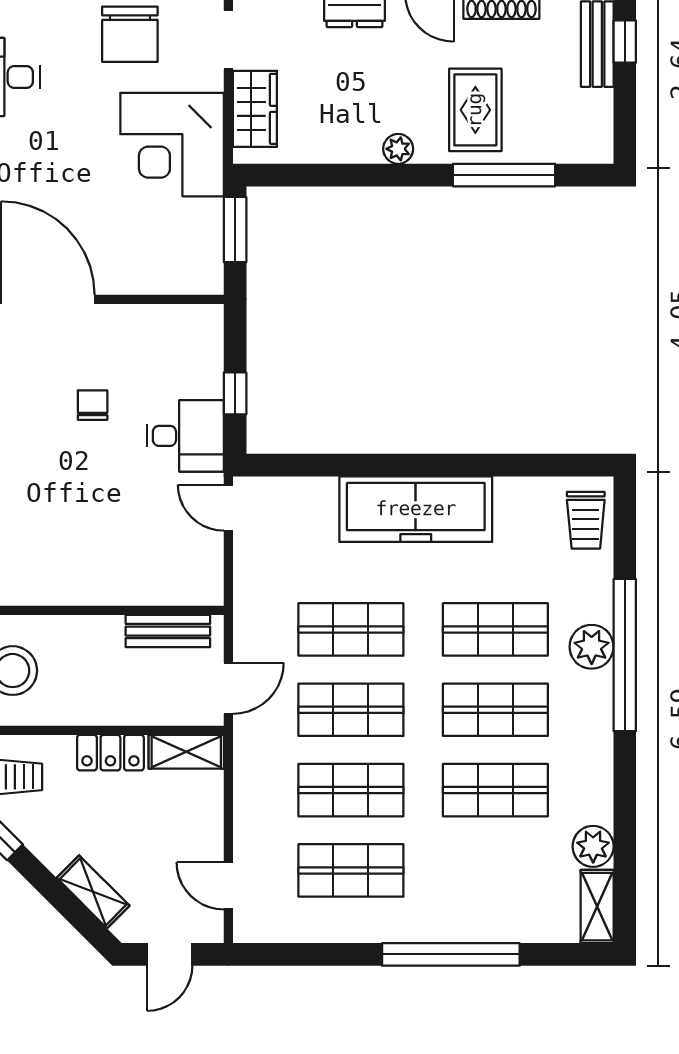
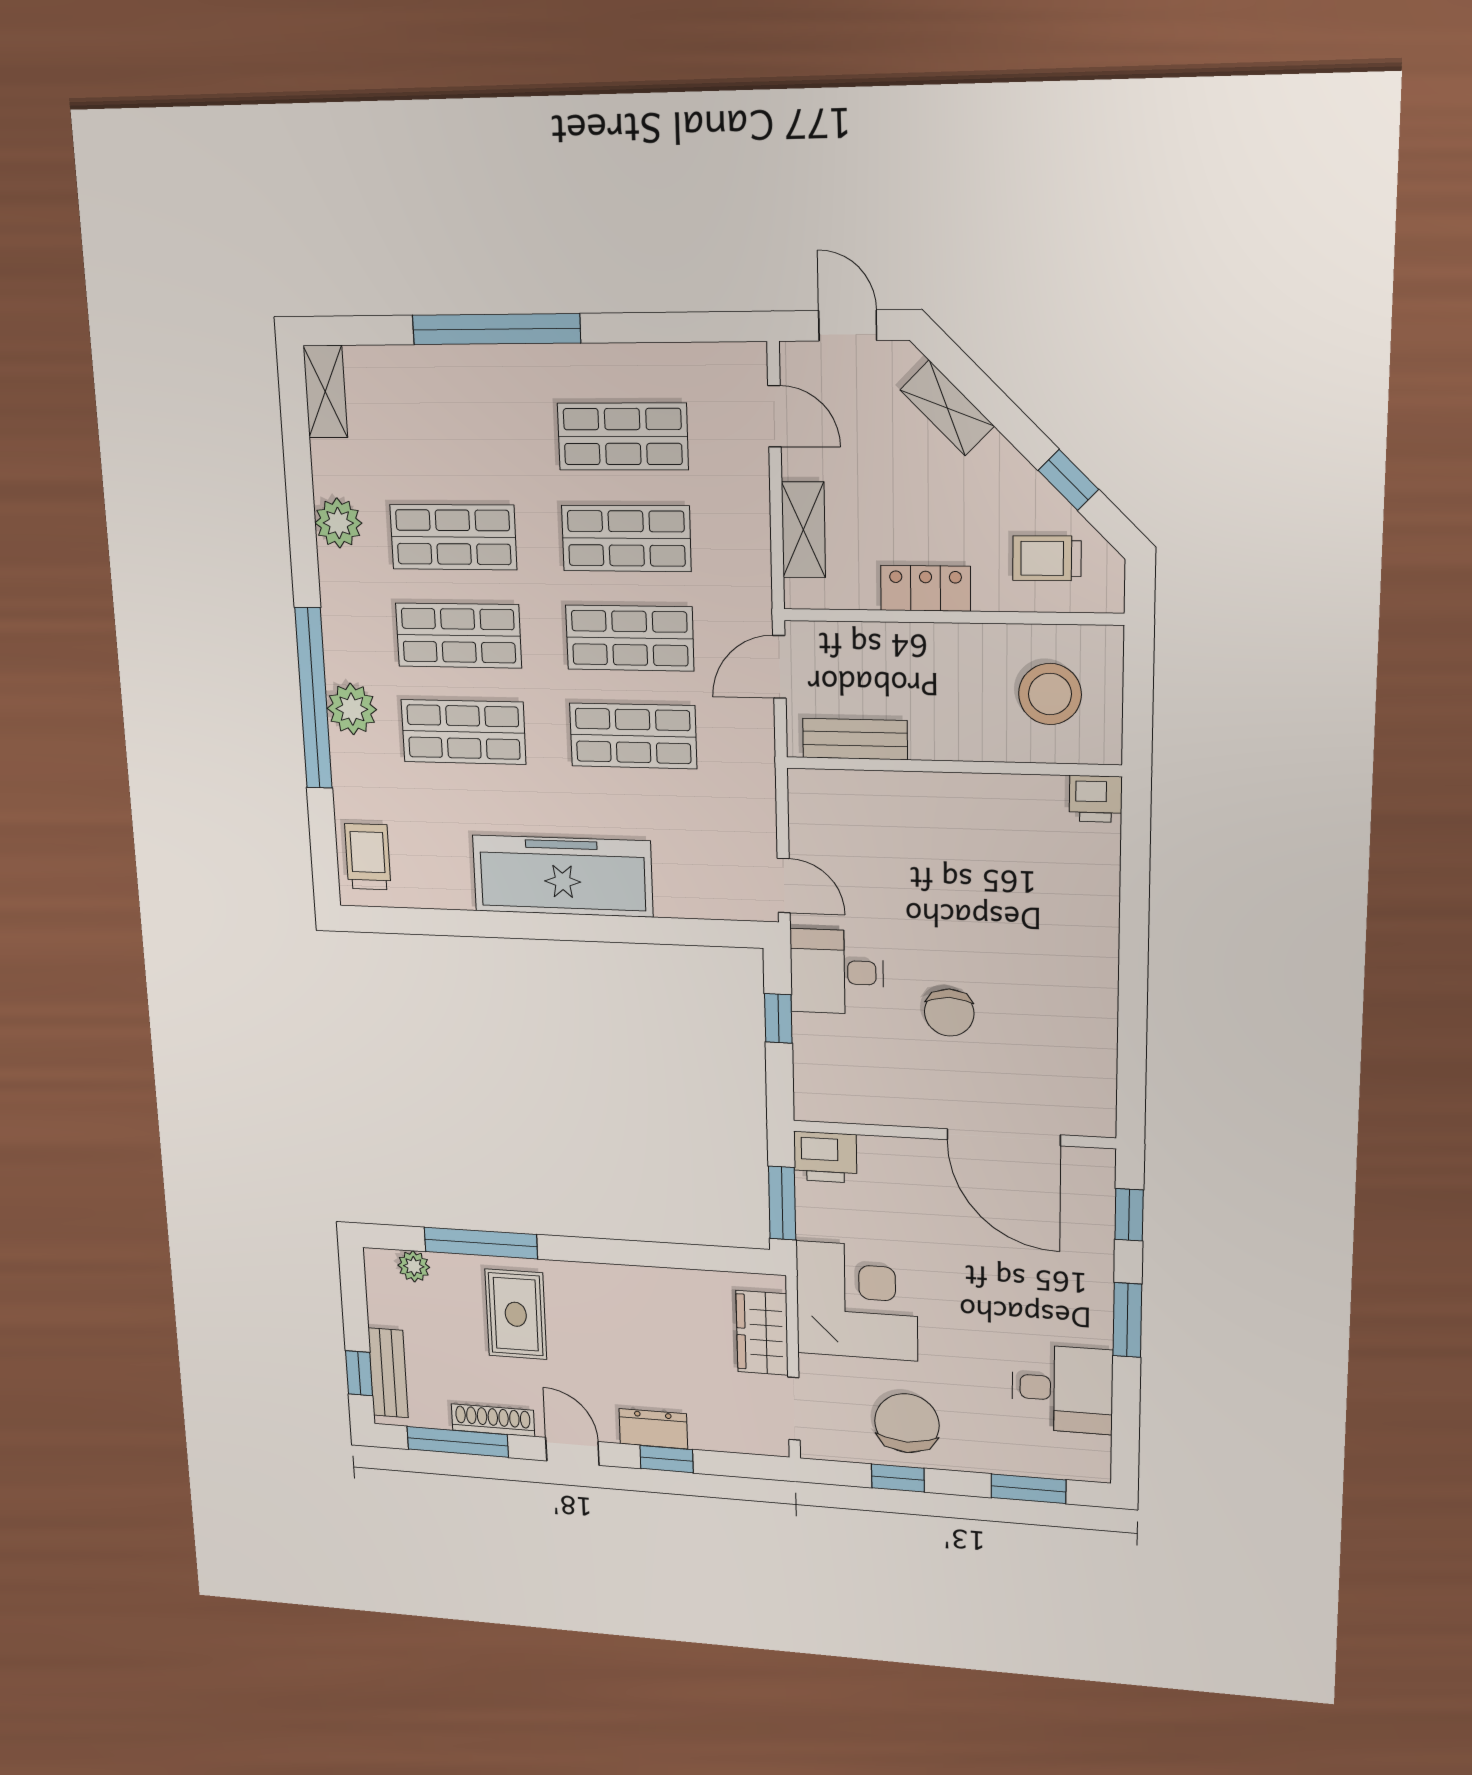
plant: (398, 149) -> (414, 1266), moved
printer: (197, 273) -> (825, 1157), added
chair: (93, 405) -> (949, 1013), width x1.37, depth x1.37
shelving: (186, 752) -> (803, 530), moved, turned 90
plant: (593, 846) -> (338, 523), moved
door: (170, 954) -> (848, 325), hinge flipped

